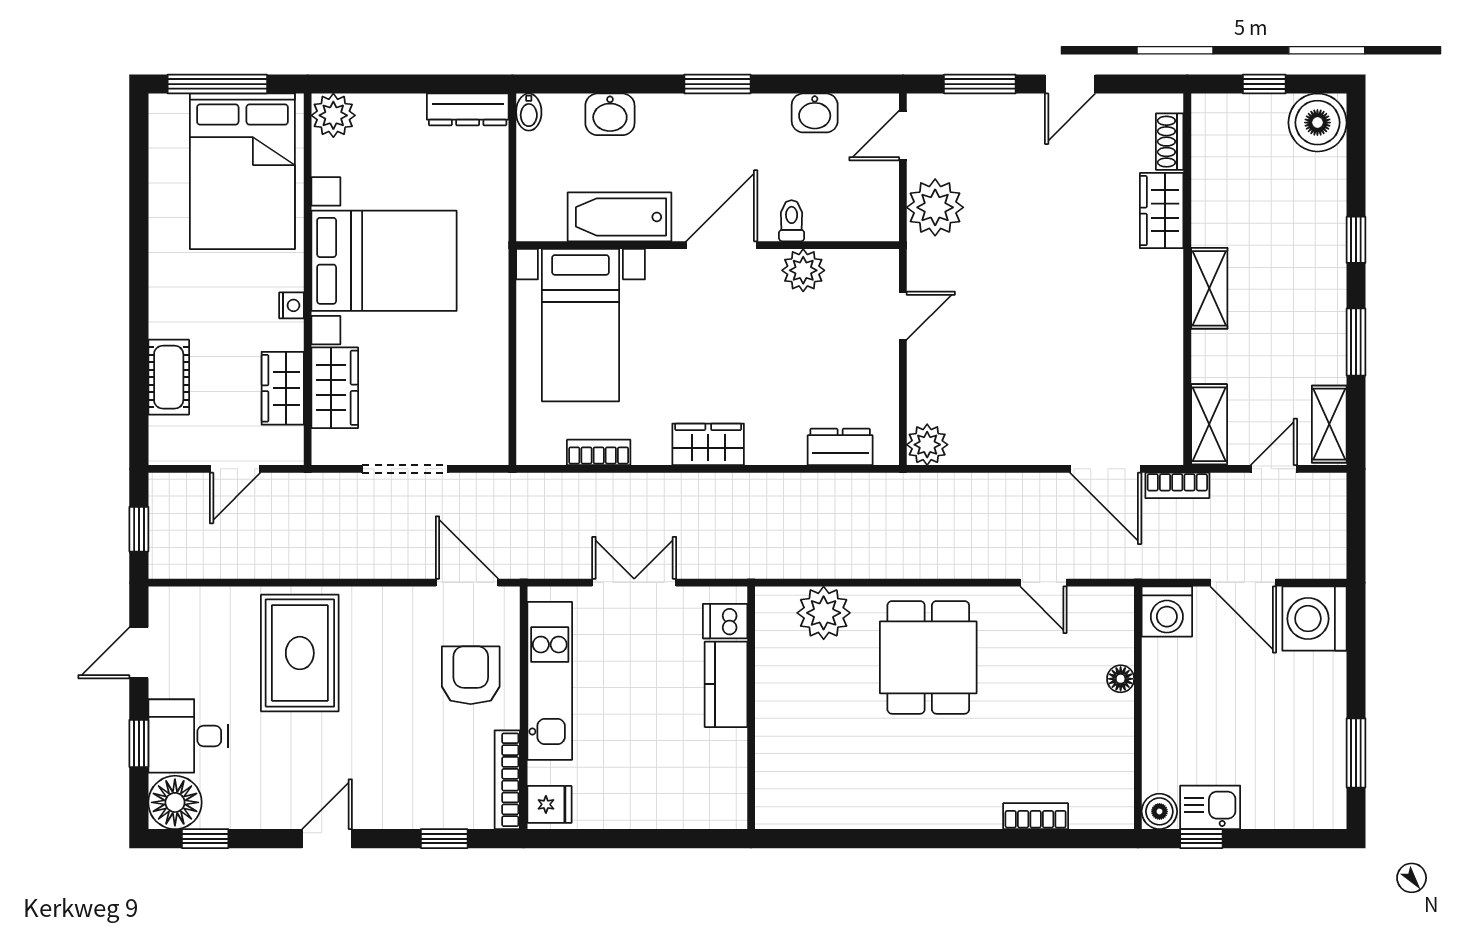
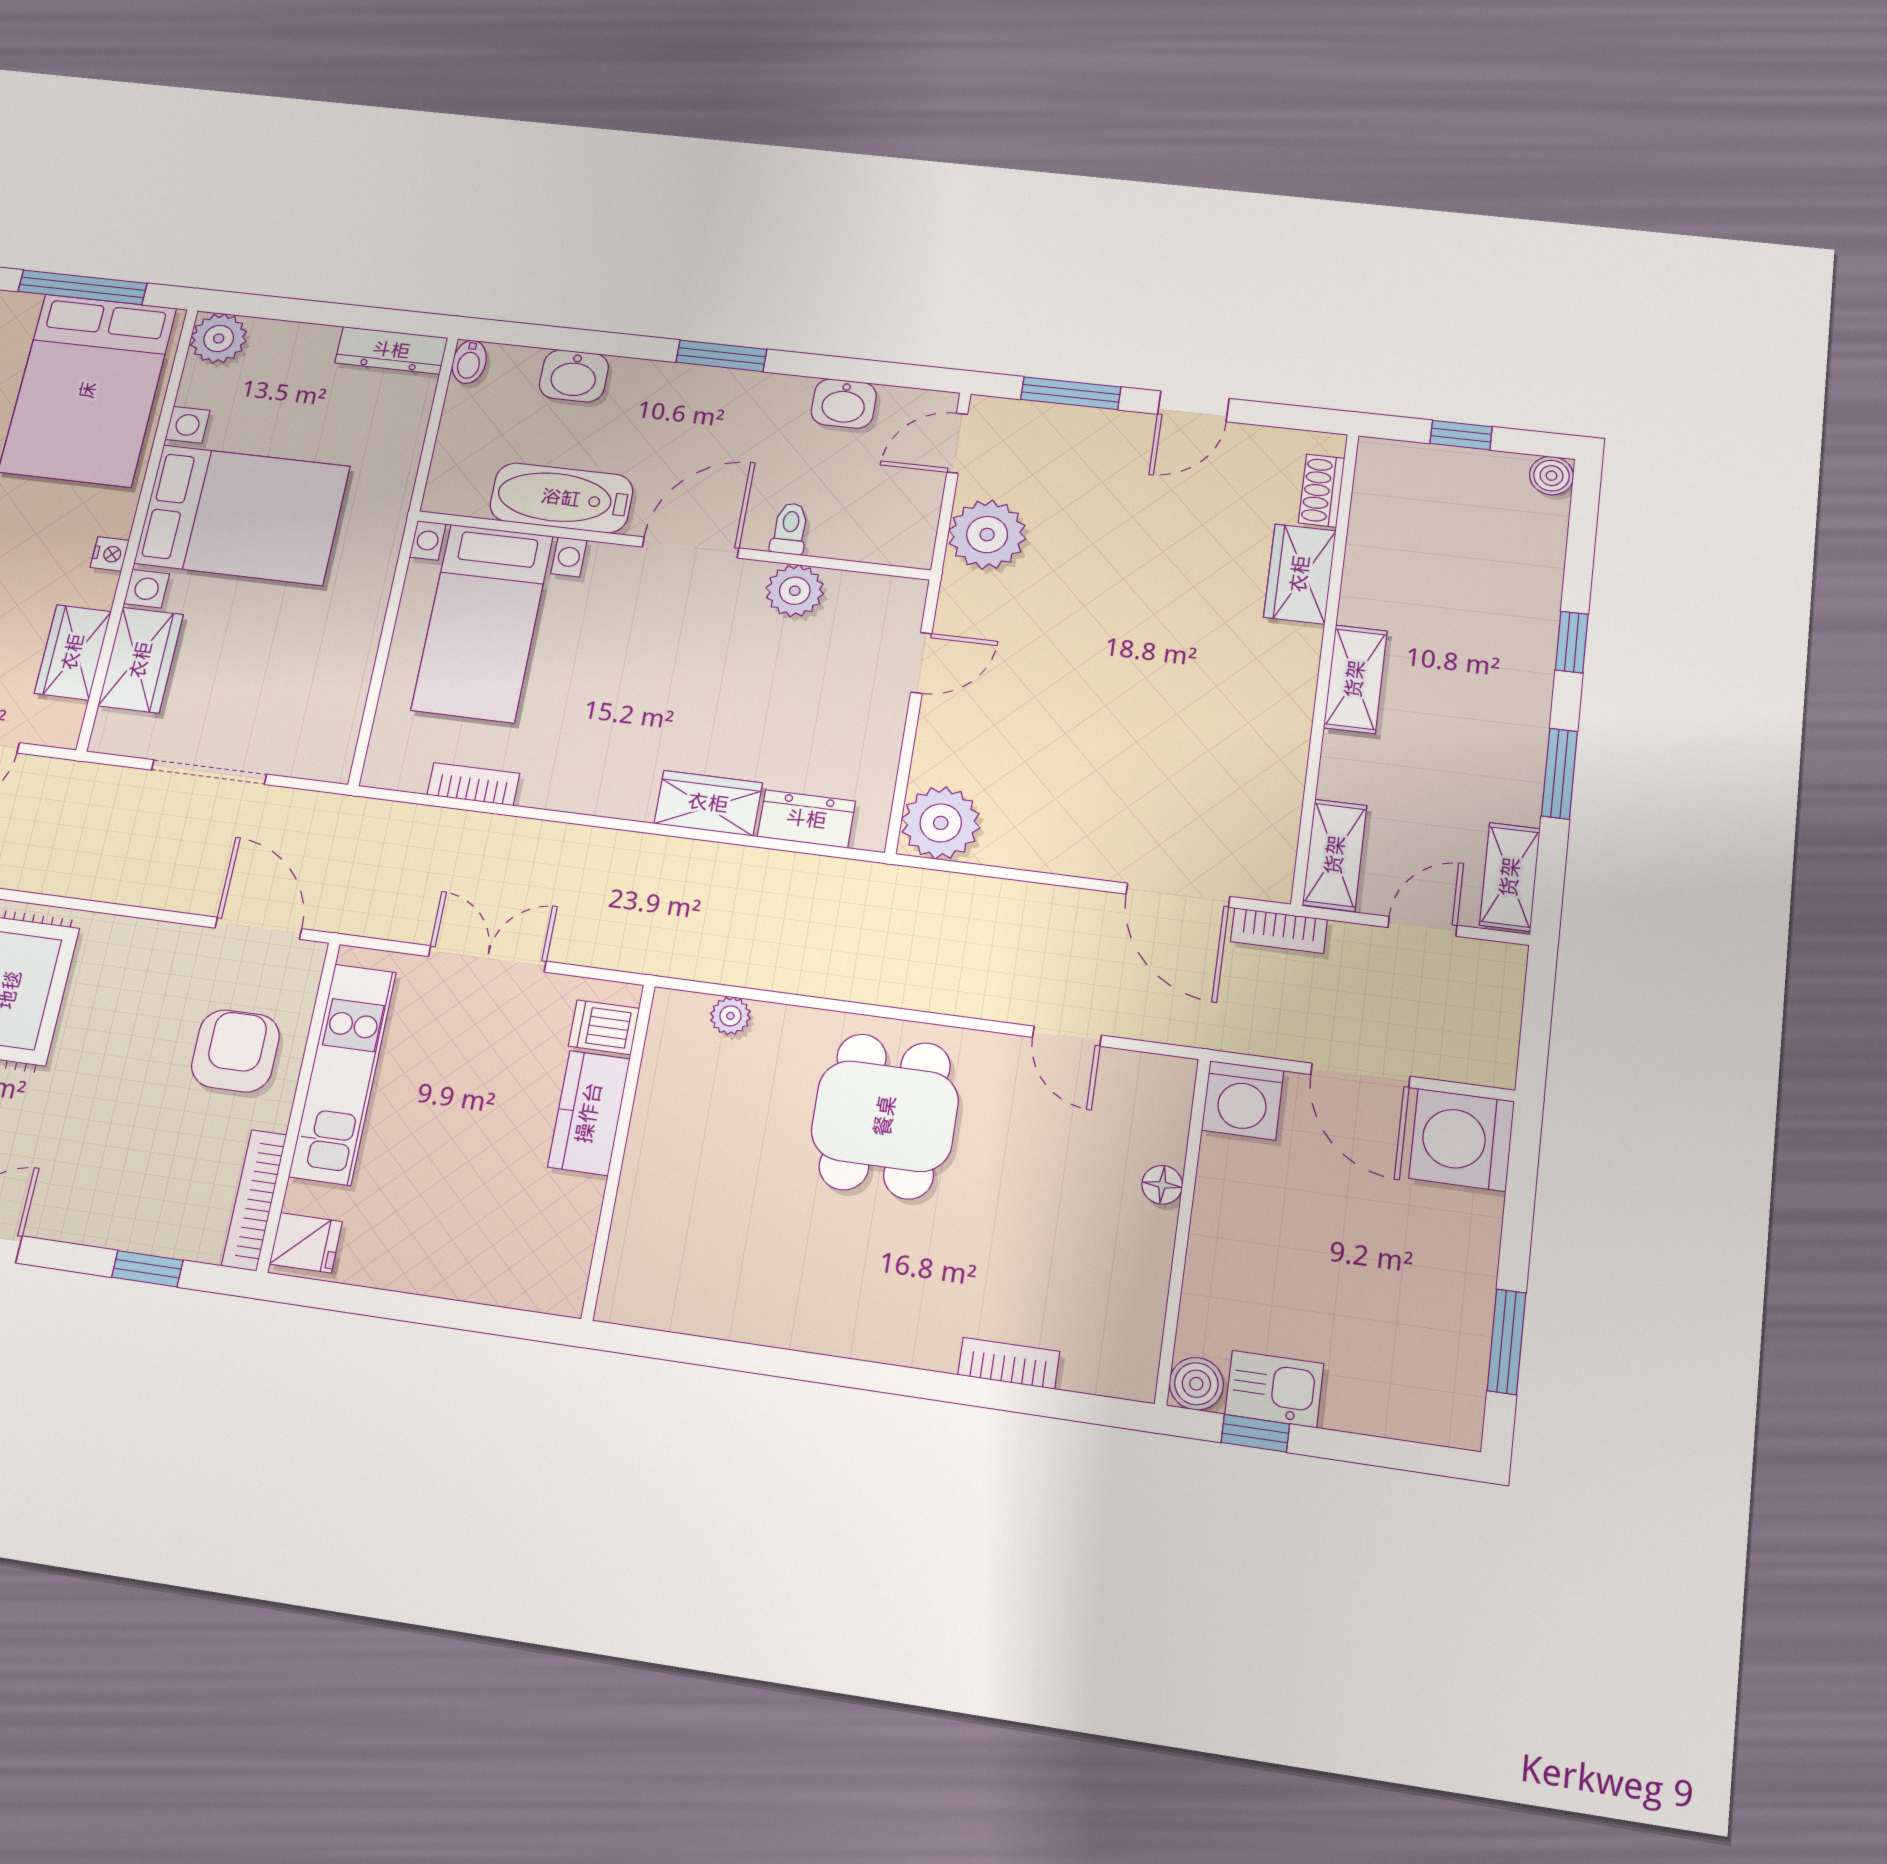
boiler: (1317, 123) -> (1552, 476), width x0.54, depth x0.54
wardrobe: (708, 444) -> (708, 803), moved
plant: (927, 445) -> (941, 823), width x1.36, depth x1.36
plant: (824, 613) -> (730, 1016), width x0.53, depth x0.53

